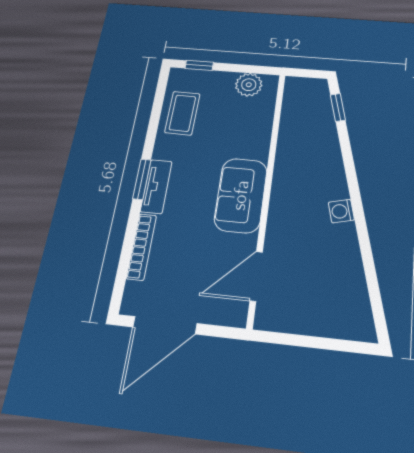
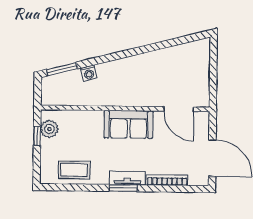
window: (199, 65) -> (37, 136), moved
window: (338, 107) -> (62, 69), width x1.50
washing machine: (341, 211) -> (89, 73), moved

